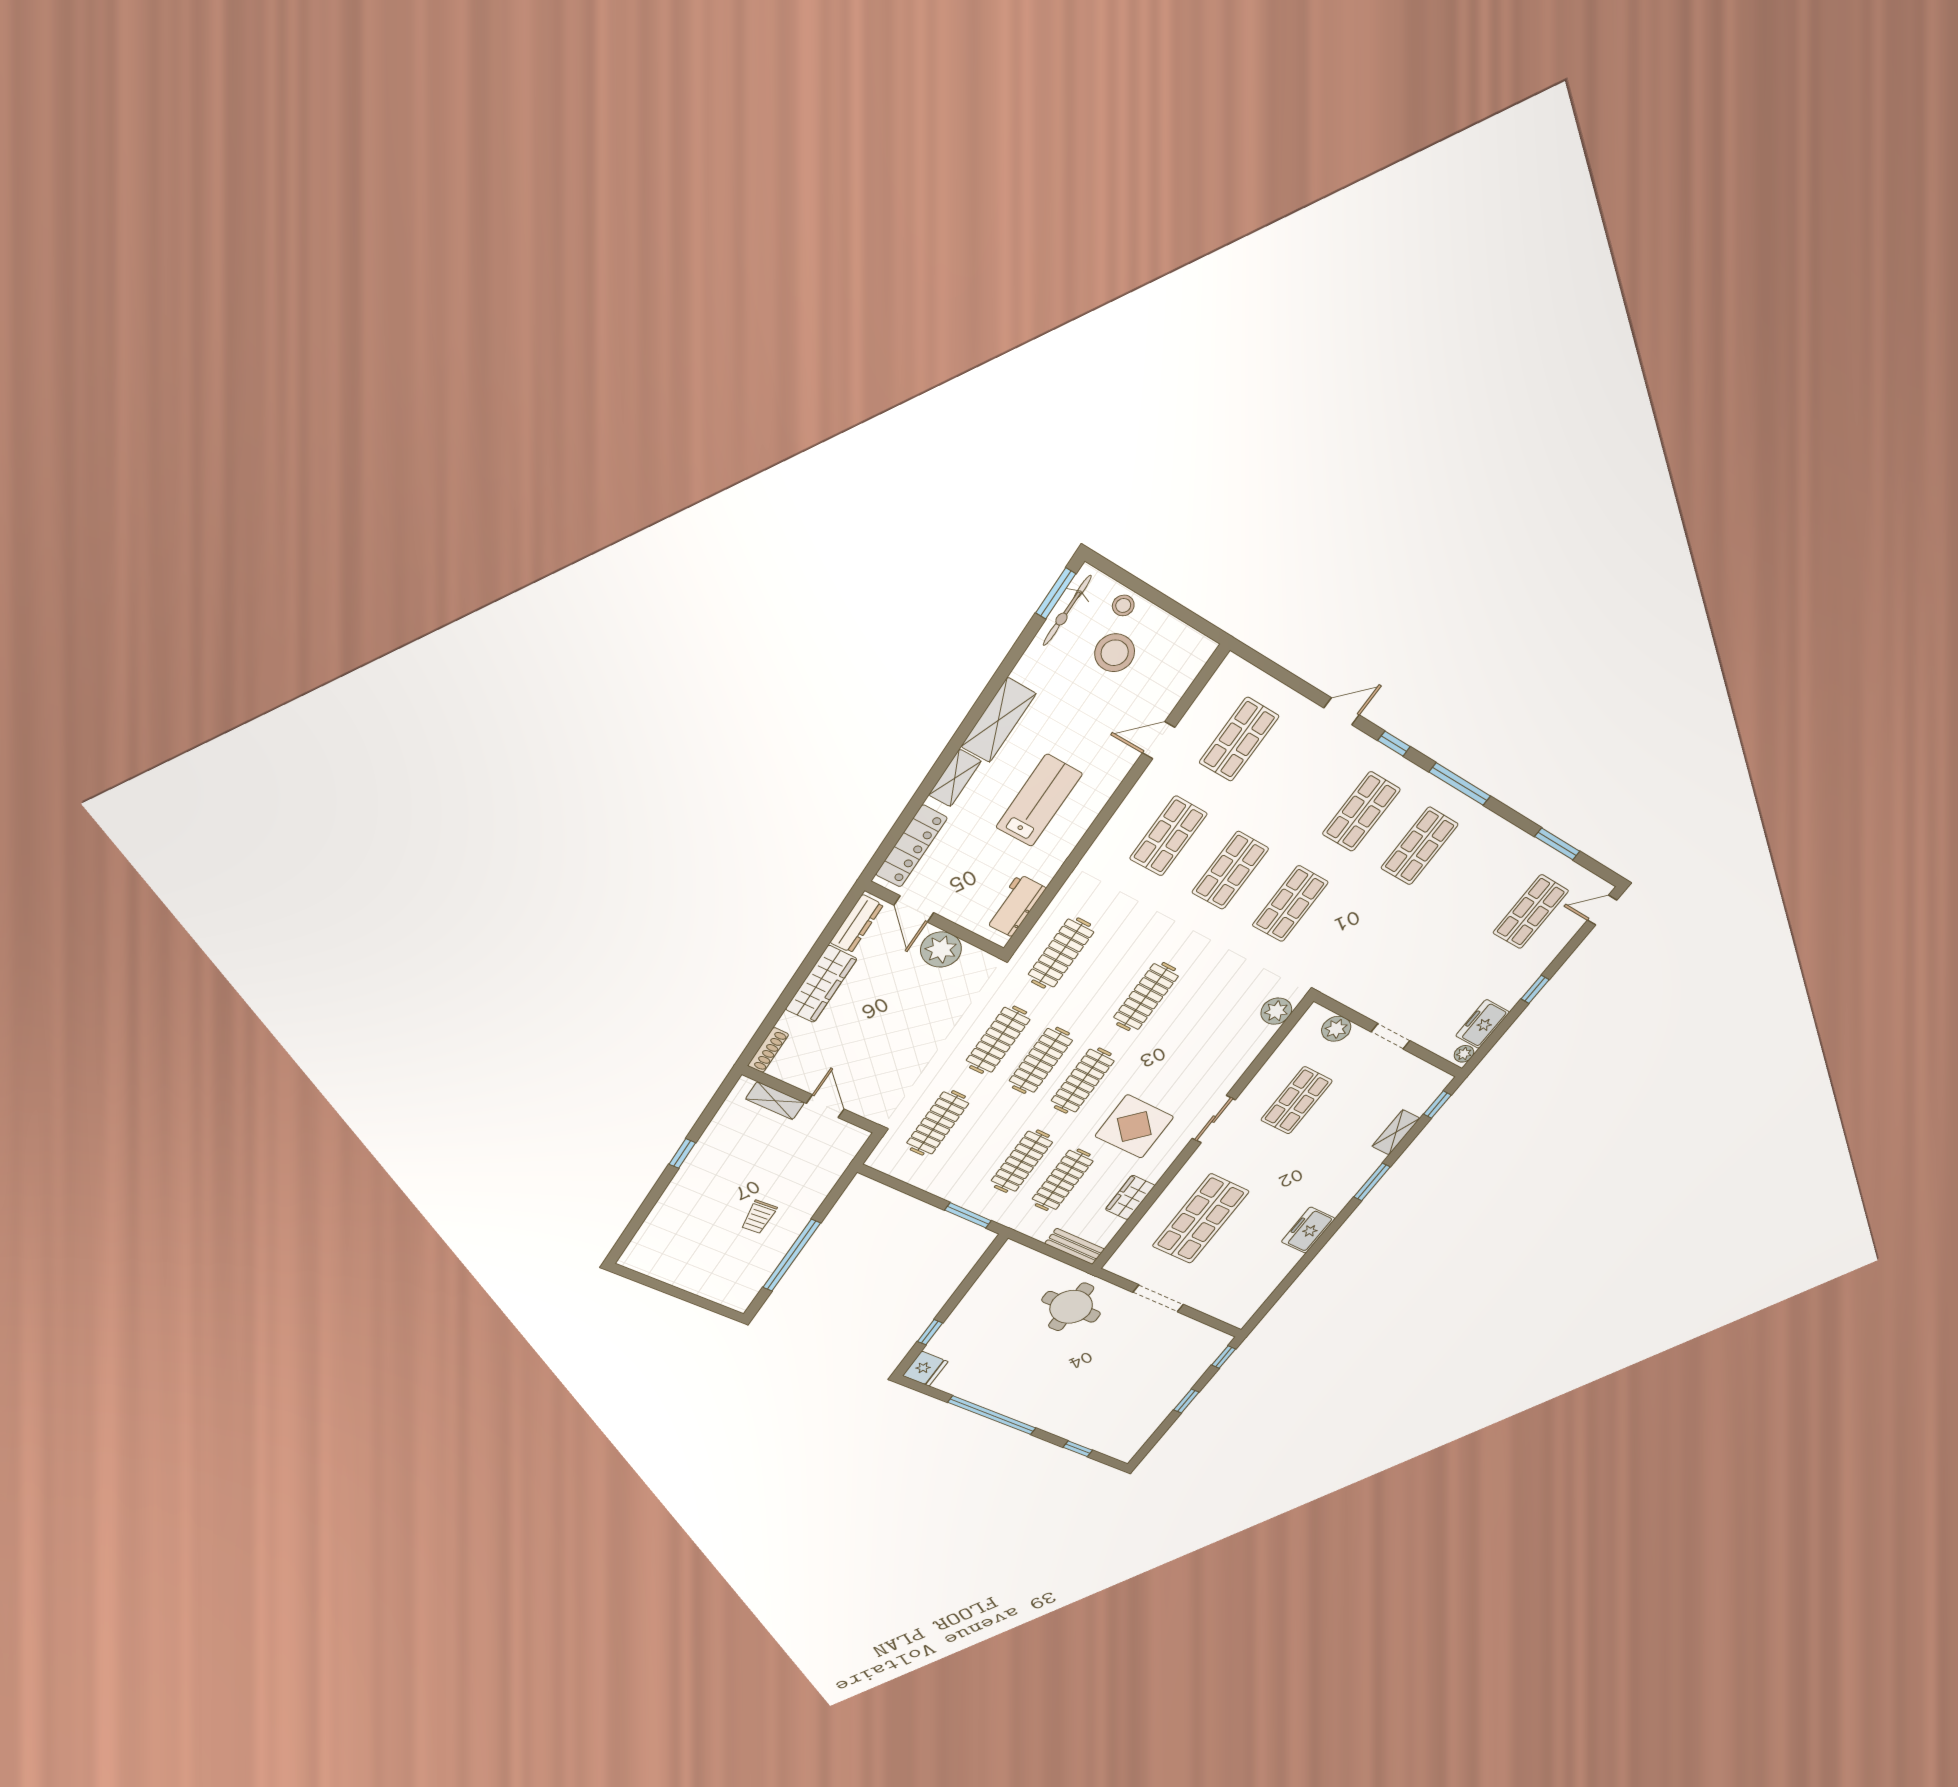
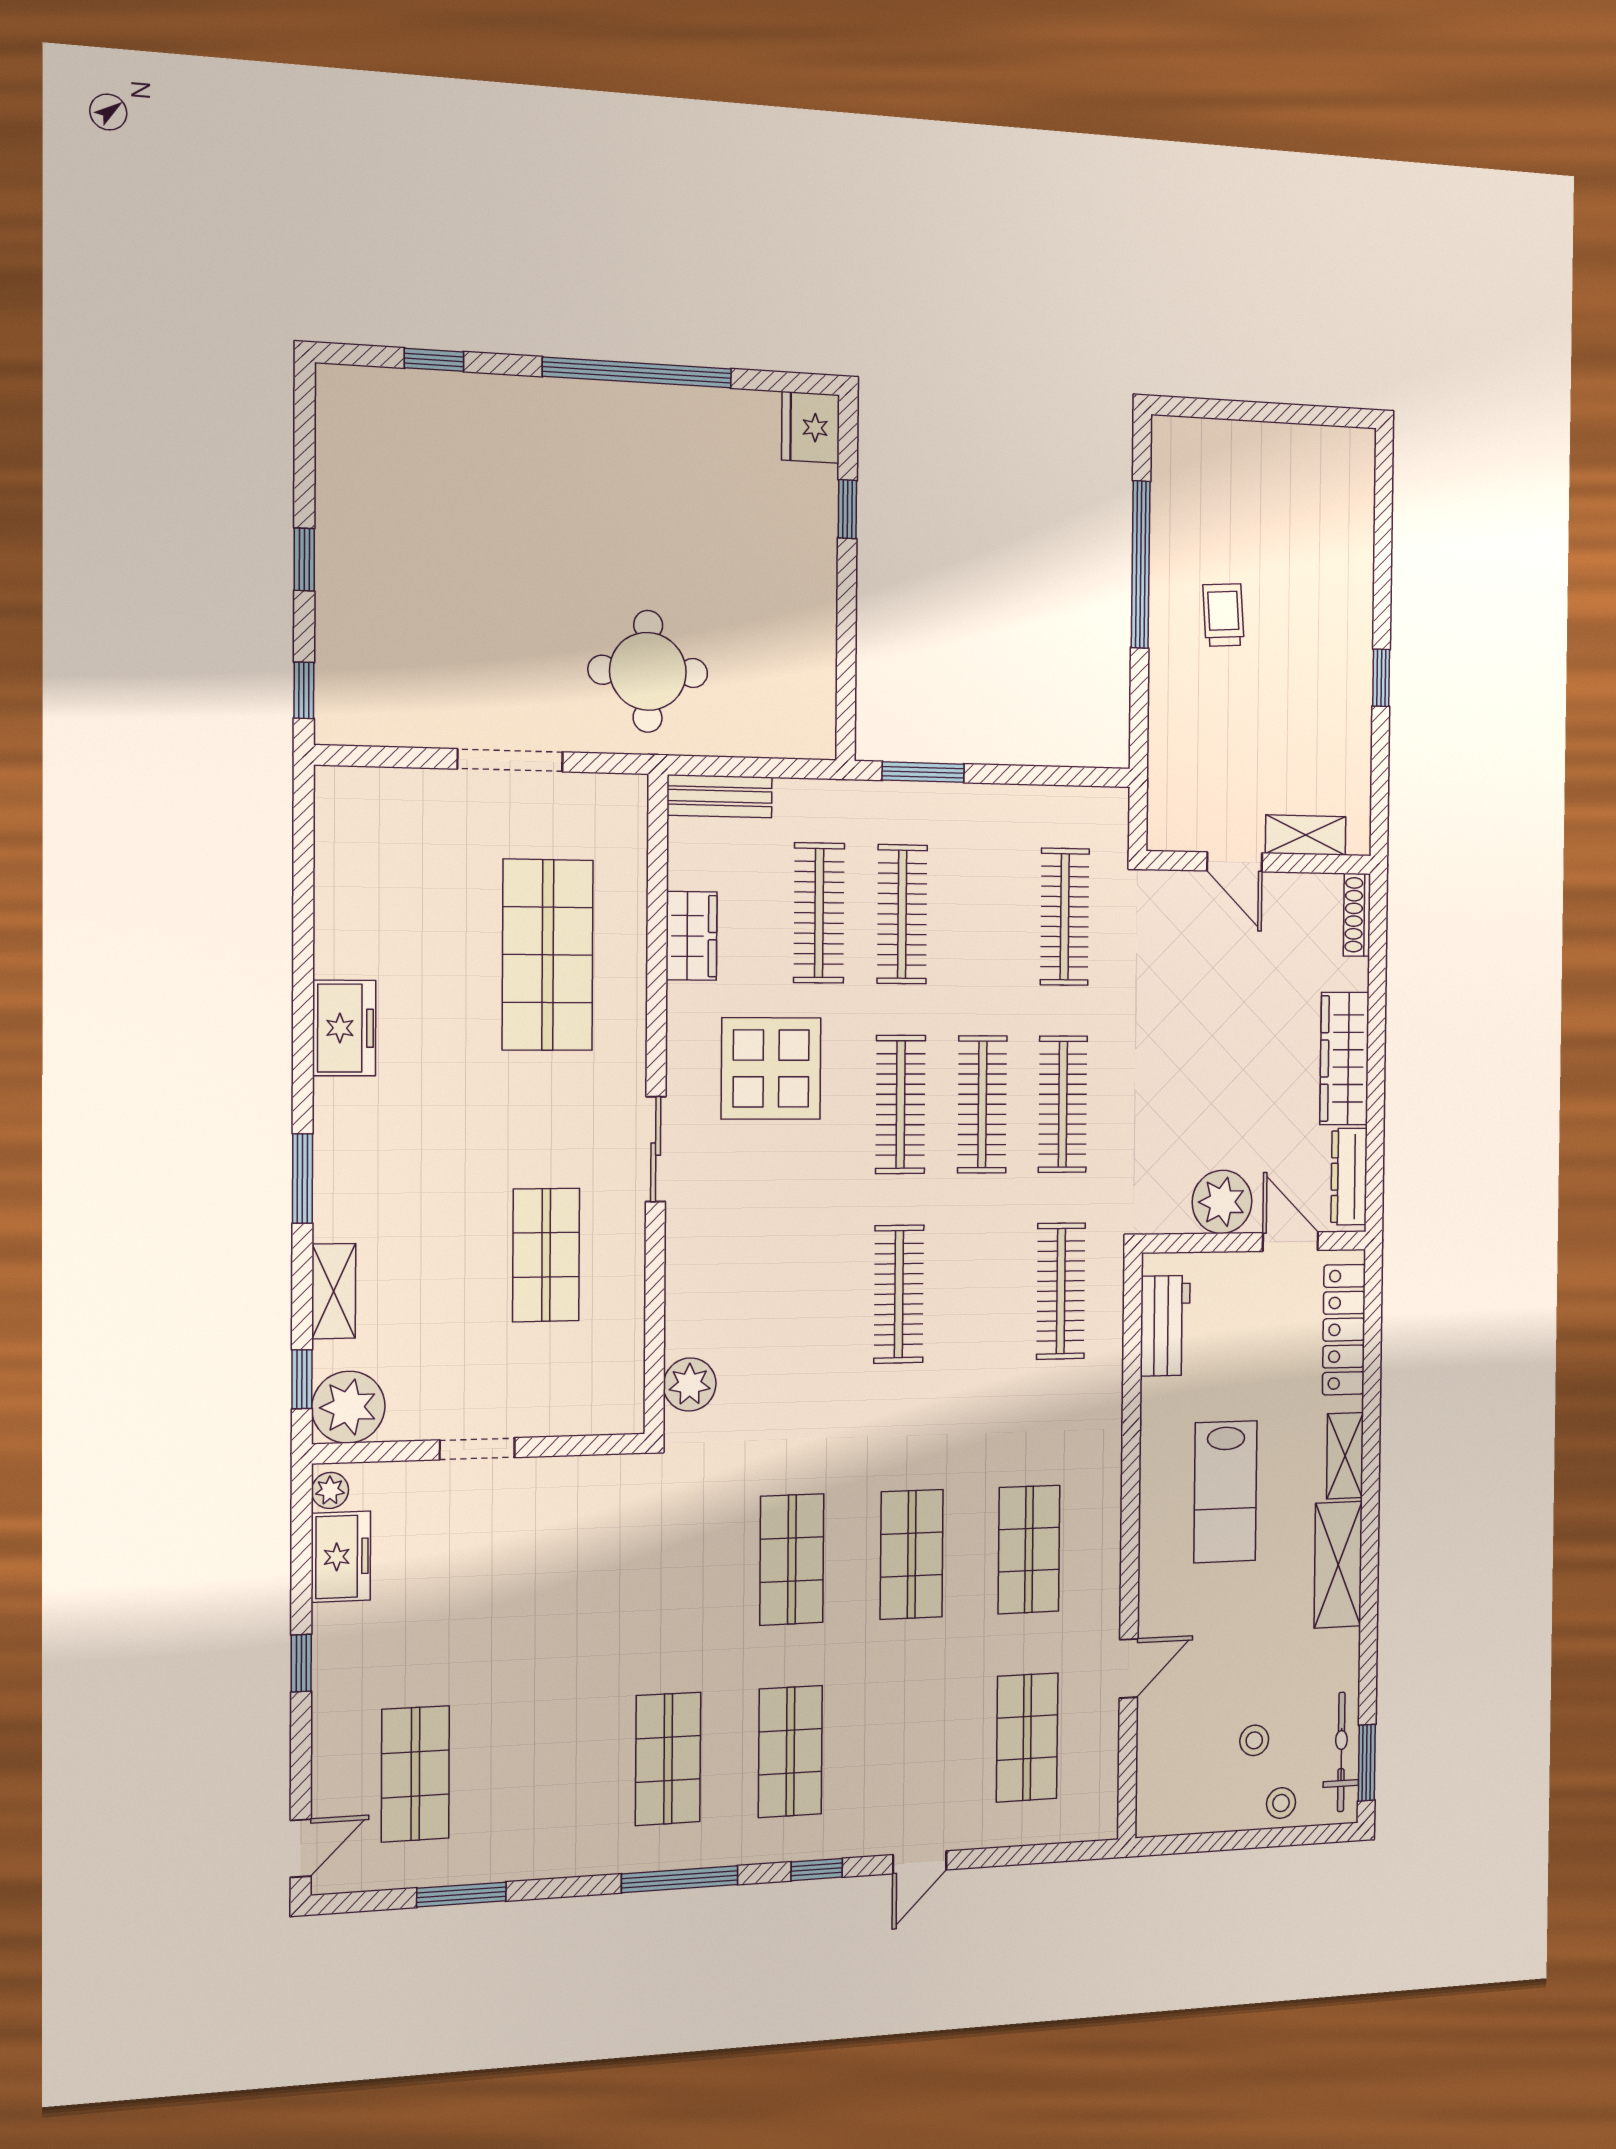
stool: (1115, 653) -> (1254, 1740), width x0.53, depth x0.53
plant: (1336, 1029) -> (348, 1407), moved, width x1.36, depth x1.36

